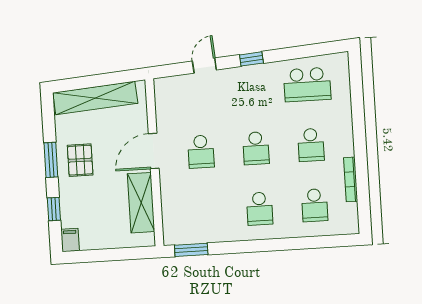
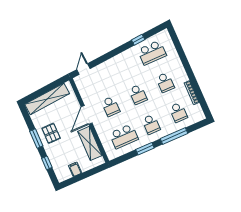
window: (251, 59) -> (138, 40), moved
door: (204, 65) -> (83, 69), moved
school desk: (205, 212) -> (124, 136), added
filing cabinet: (70, 240) -> (75, 169), moved
window: (292, 244) -> (174, 136), added
window: (191, 250) -> (145, 149), moved

